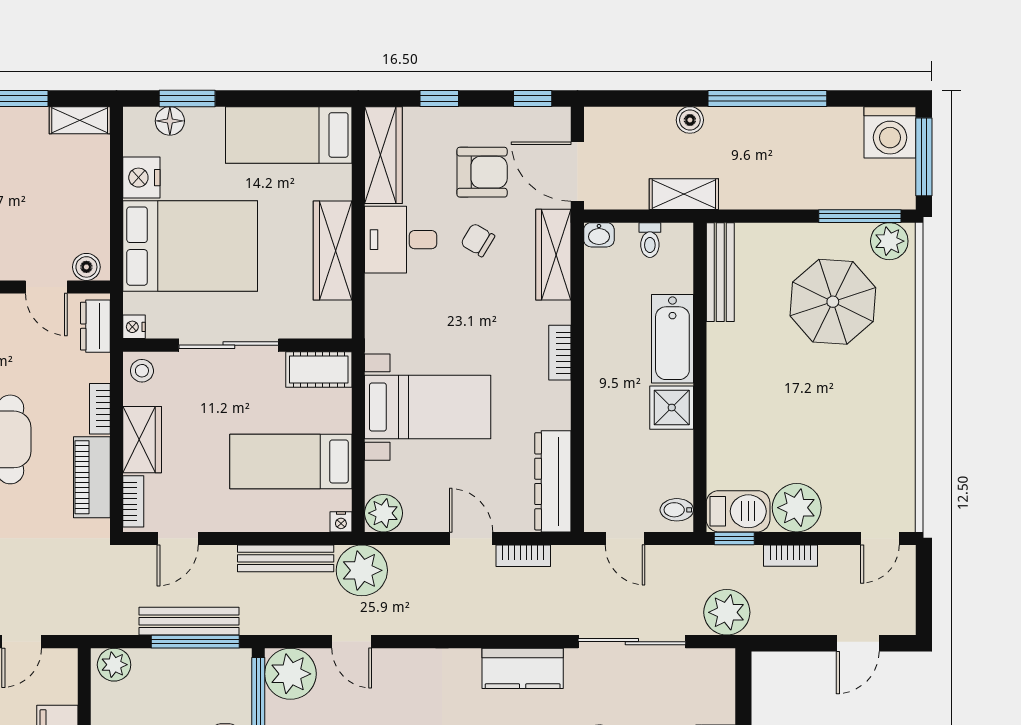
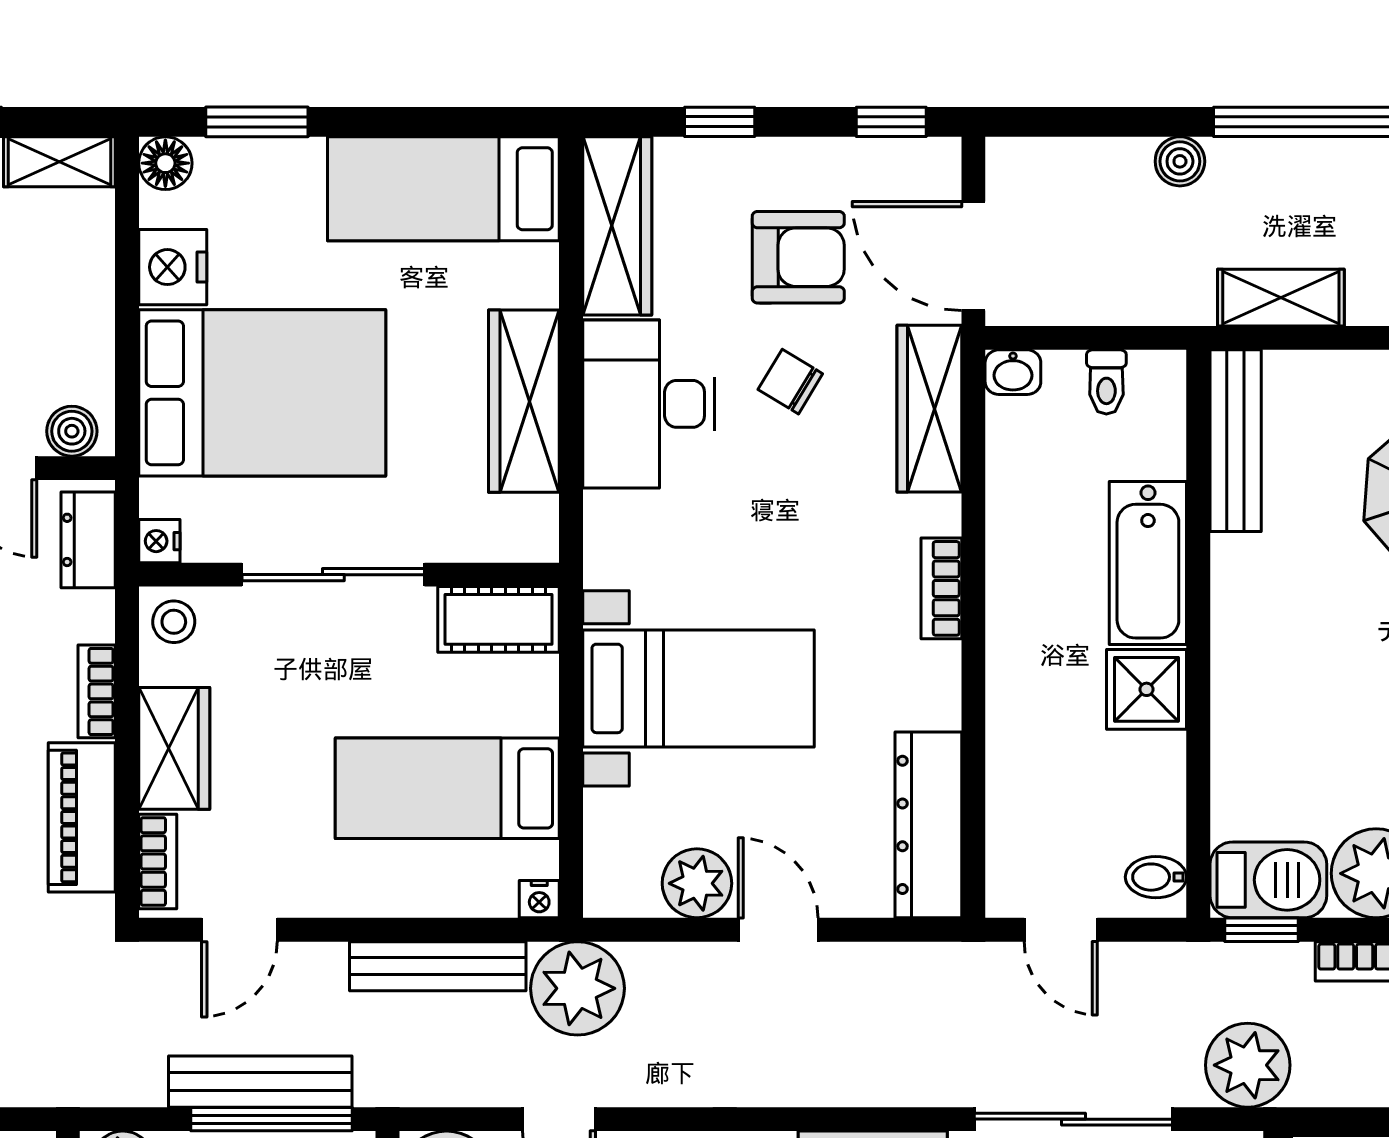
floor lamp: (170, 121) -> (165, 163), moved
shelving: (684, 194) -> (1281, 298), moved
desk: (401, 240) -> (649, 404), width x1.37
plant: (384, 513) -> (697, 883), moved
bookcase: (523, 556) -> (874, 962), removed

